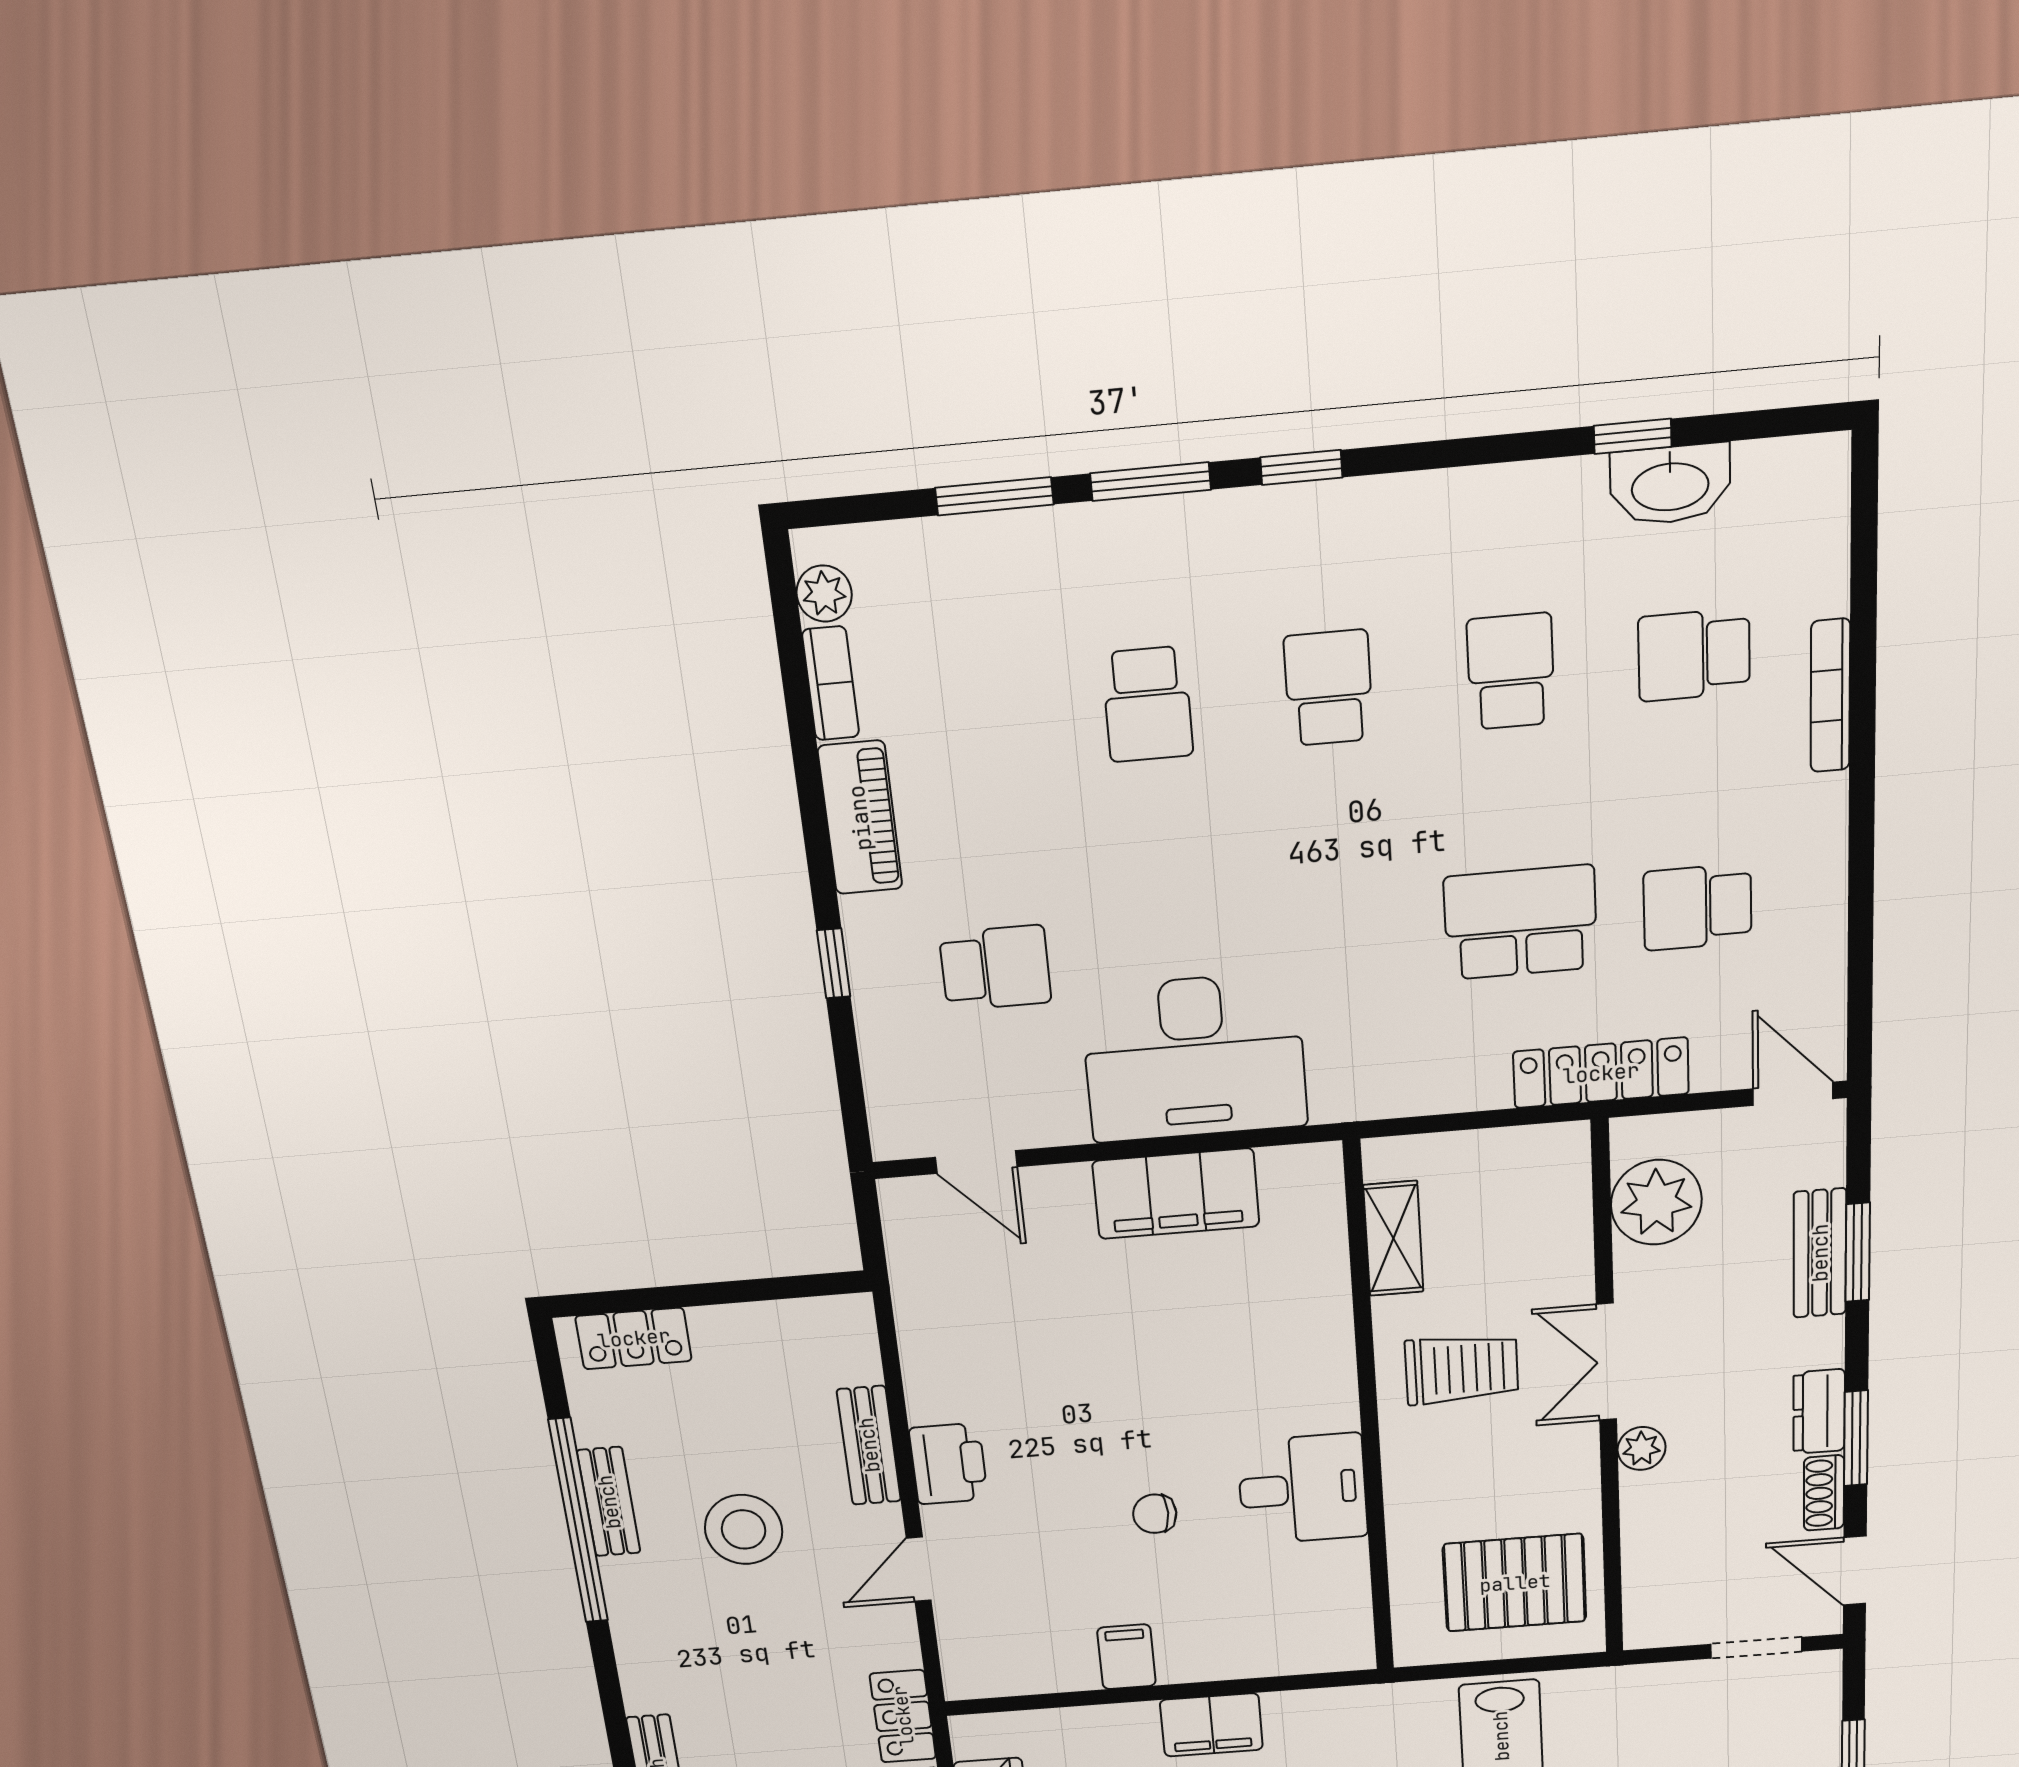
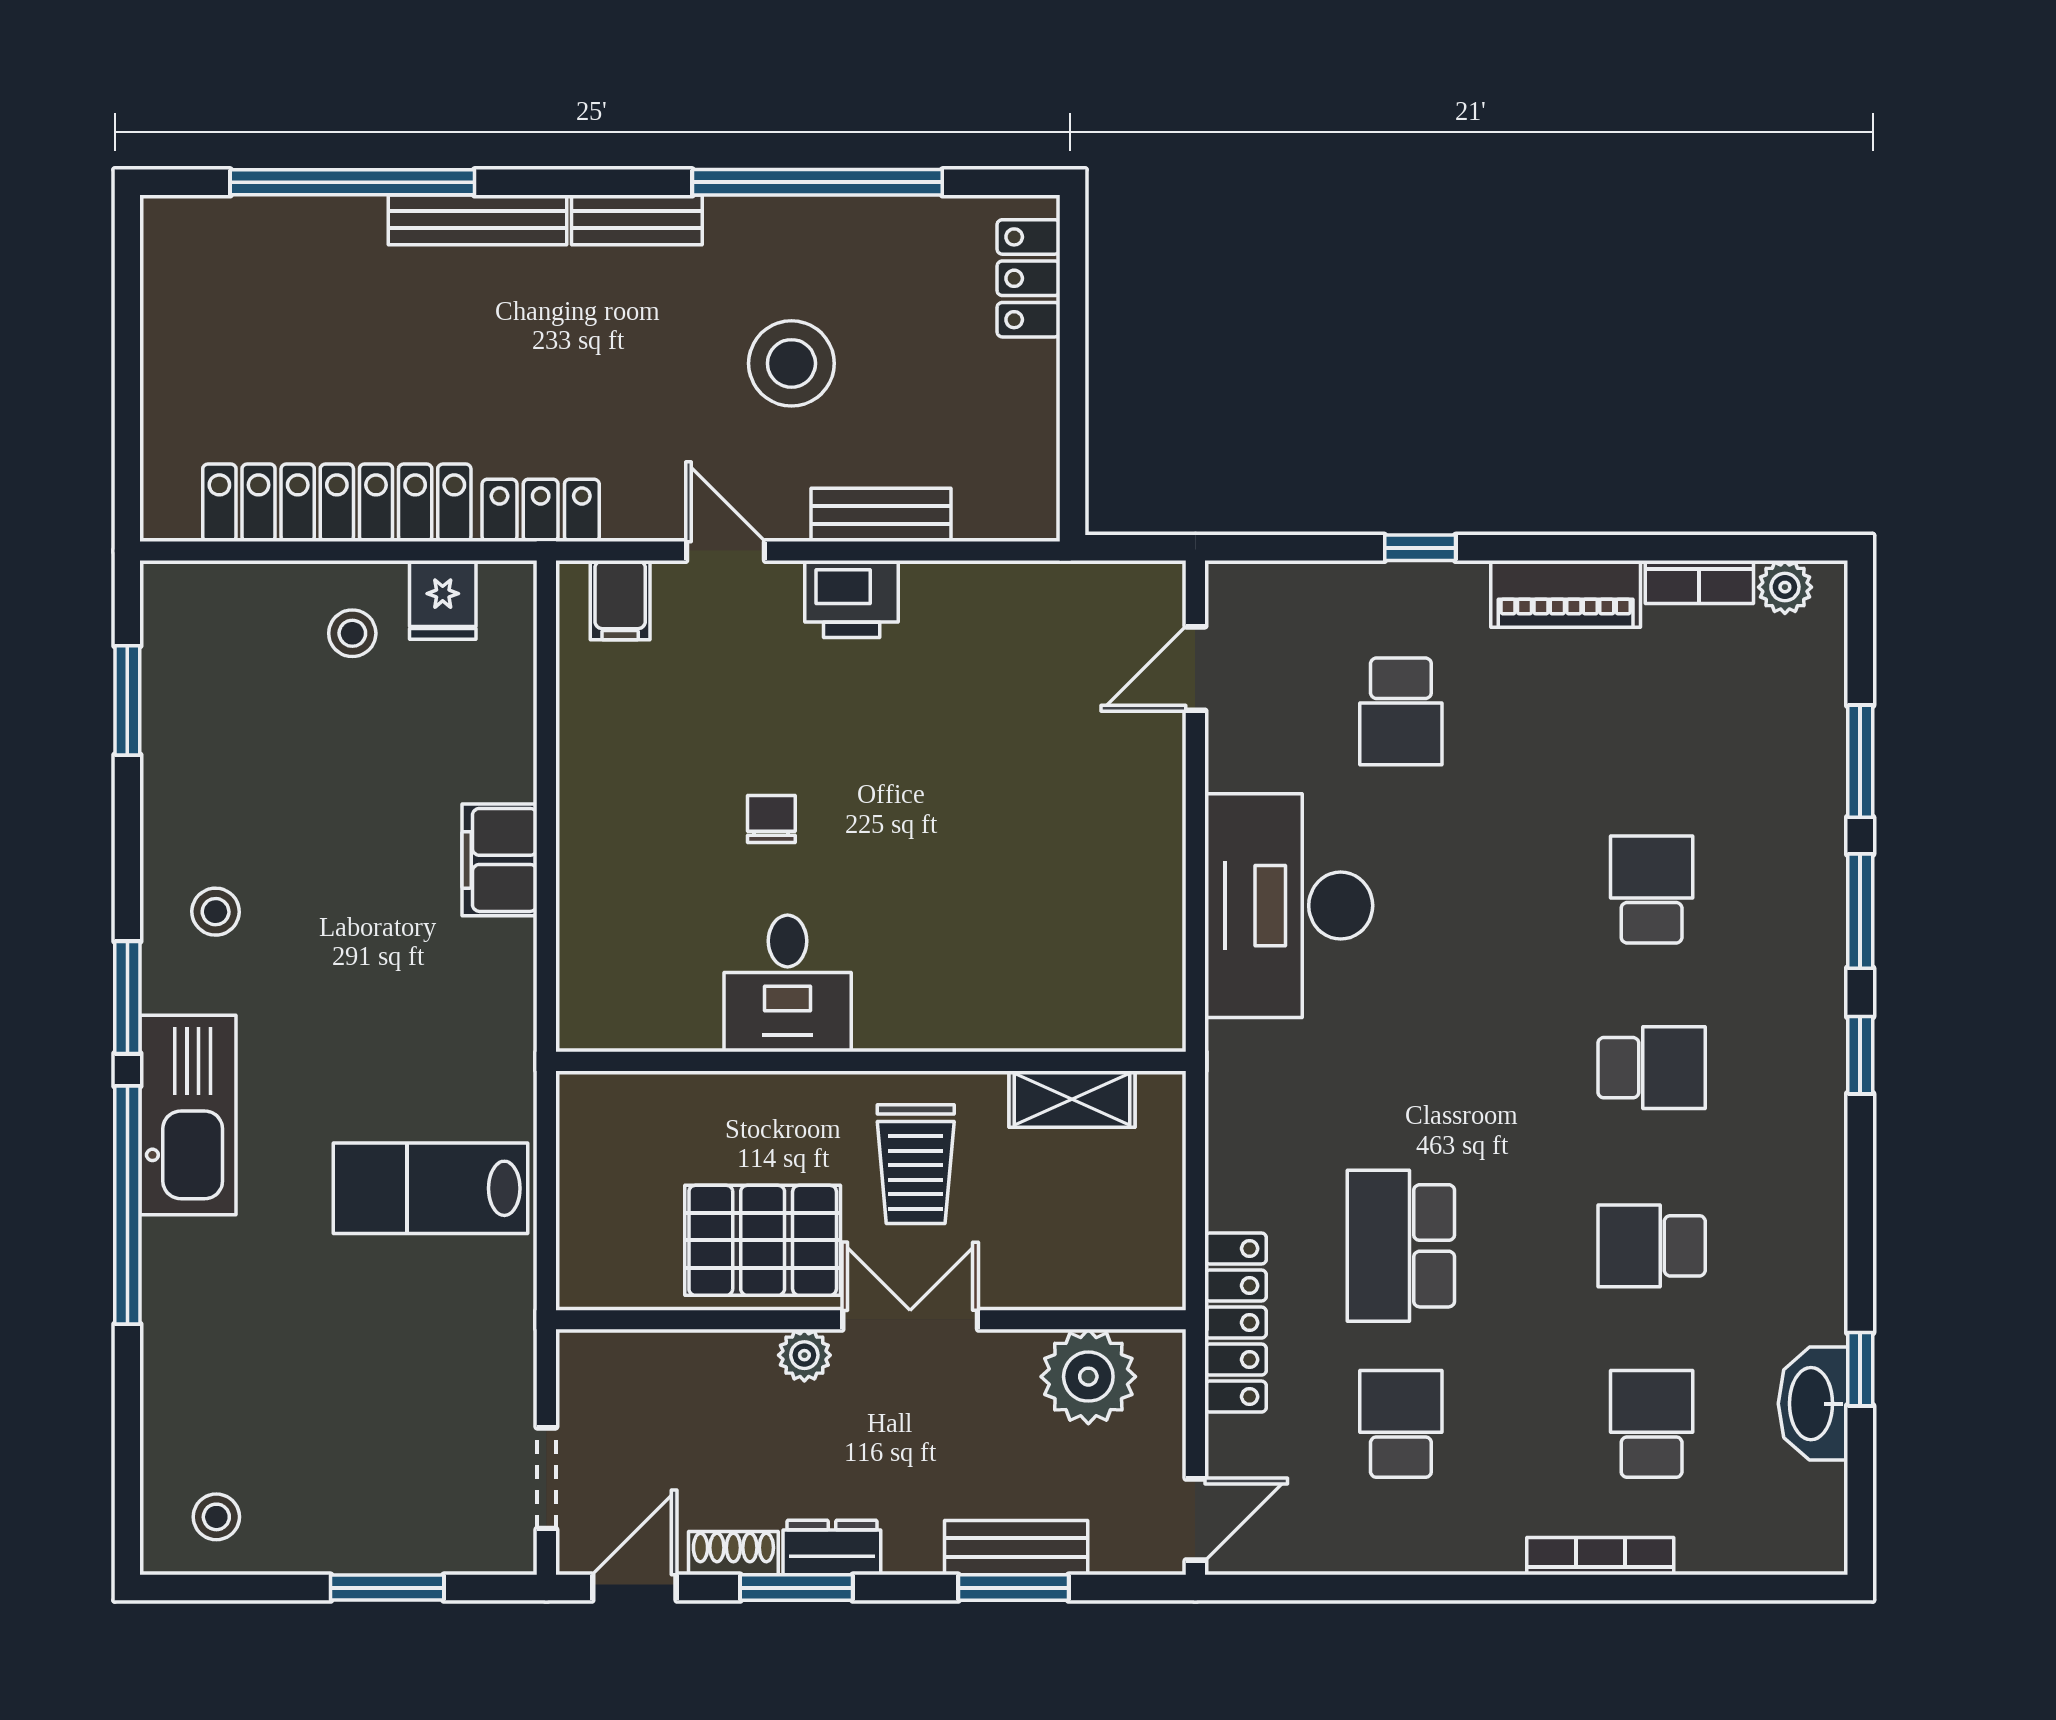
school desk: (1511, 671) -> (1652, 1246), turned 180
school desk: (1147, 704) -> (1652, 890), turned 90
school desk: (1520, 922) -> (1401, 1246), turned 180
filing cabinet: (1176, 1194) -> (1142, 874), removed
bench: (609, 1502) -> (637, 220), moved
pallet: (1515, 1583) -> (763, 1240), moved, turned 90
filing cabinet: (1126, 1657) -> (620, 600), moved, turned 90

